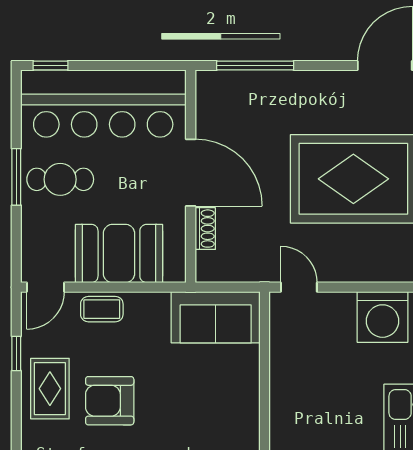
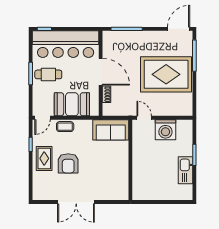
washing machine: (382, 317) -> (165, 130), moved
armchair: (110, 401) -> (68, 163), turned -90

